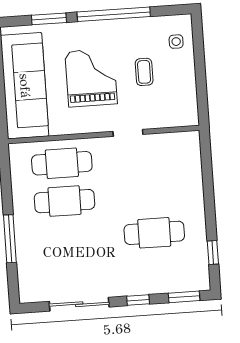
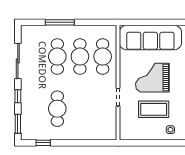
coffee table: (144, 72) -> (154, 109), width x1.86, depth x1.72
grand piano: (91, 78) -> (152, 78), turned 180
cafe table: (67, 239) -> (57, 57), added

